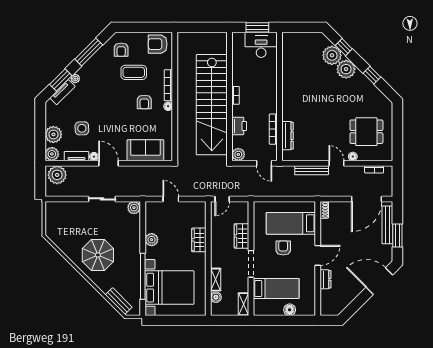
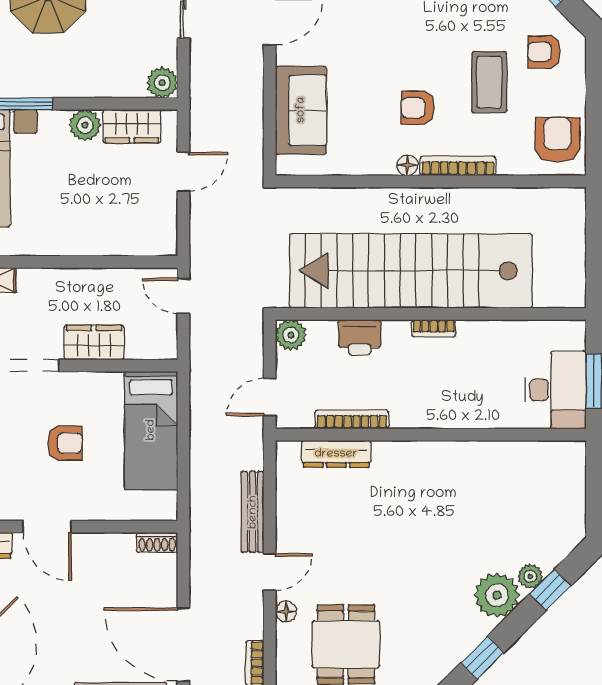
plant: (332, 55) -> (530, 576), width x0.53, depth x0.53
bed: (291, 223) -> (151, 430), moved, turned 180
wardrobe: (199, 240) -> (132, 126), moved, turned 180

